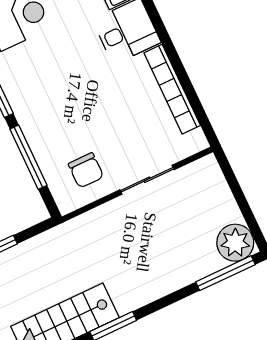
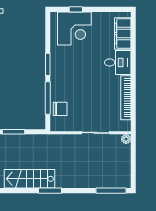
chair: (86, 170) -> (60, 109), moved, turned -90
plant: (235, 243) -> (126, 139), moved, width x0.53, depth x0.53

